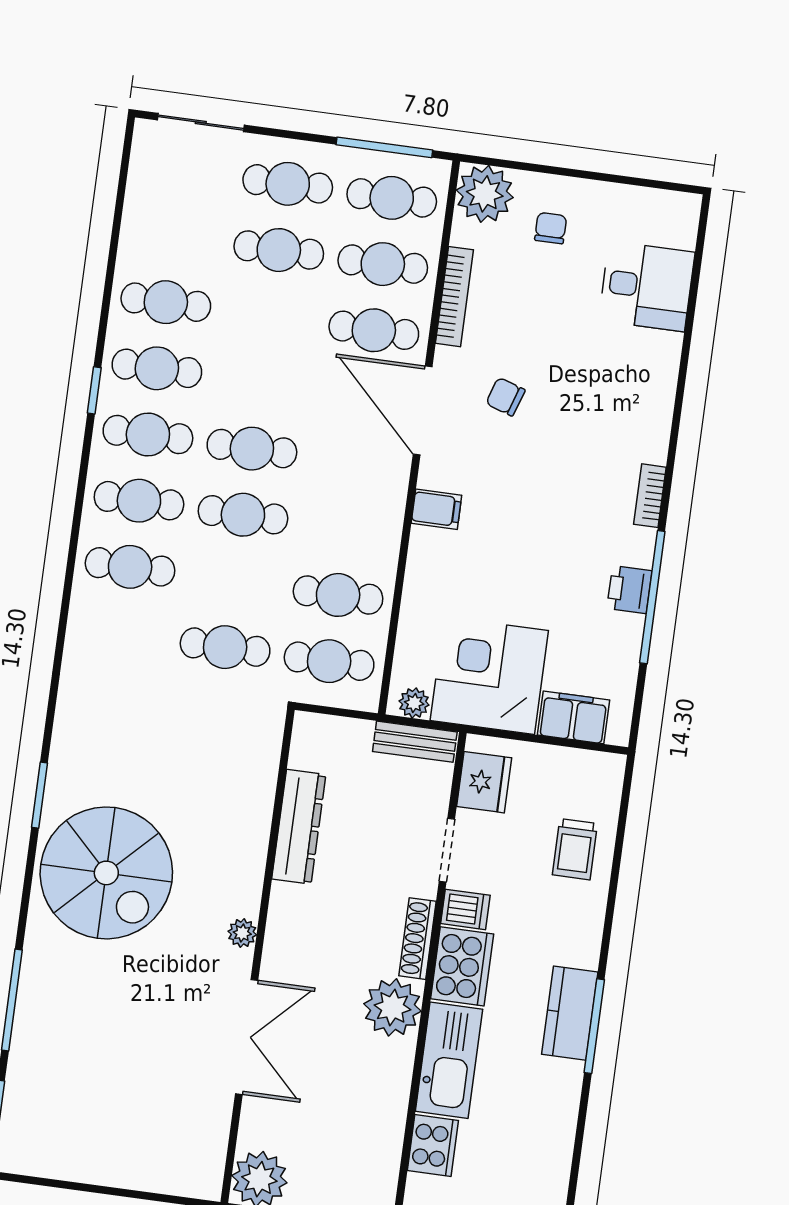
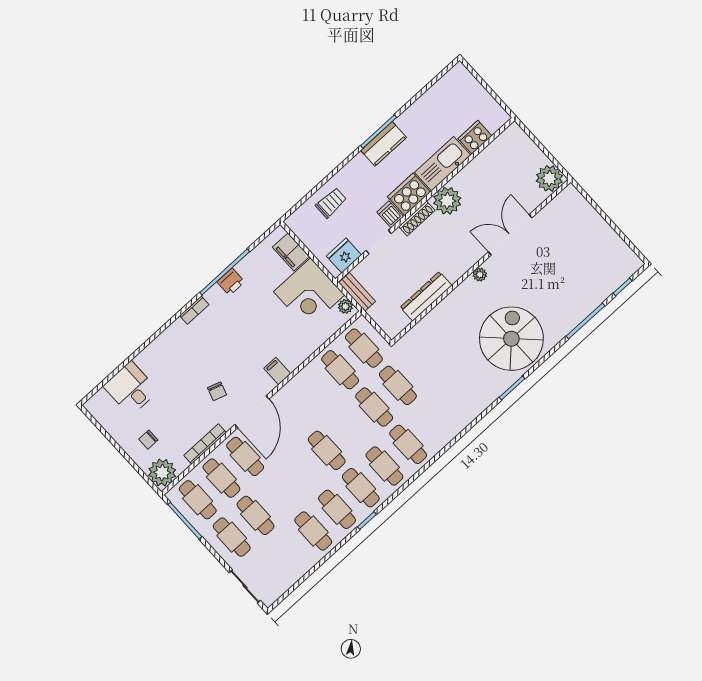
cafe table: (243, 515) -> (374, 407), moved

